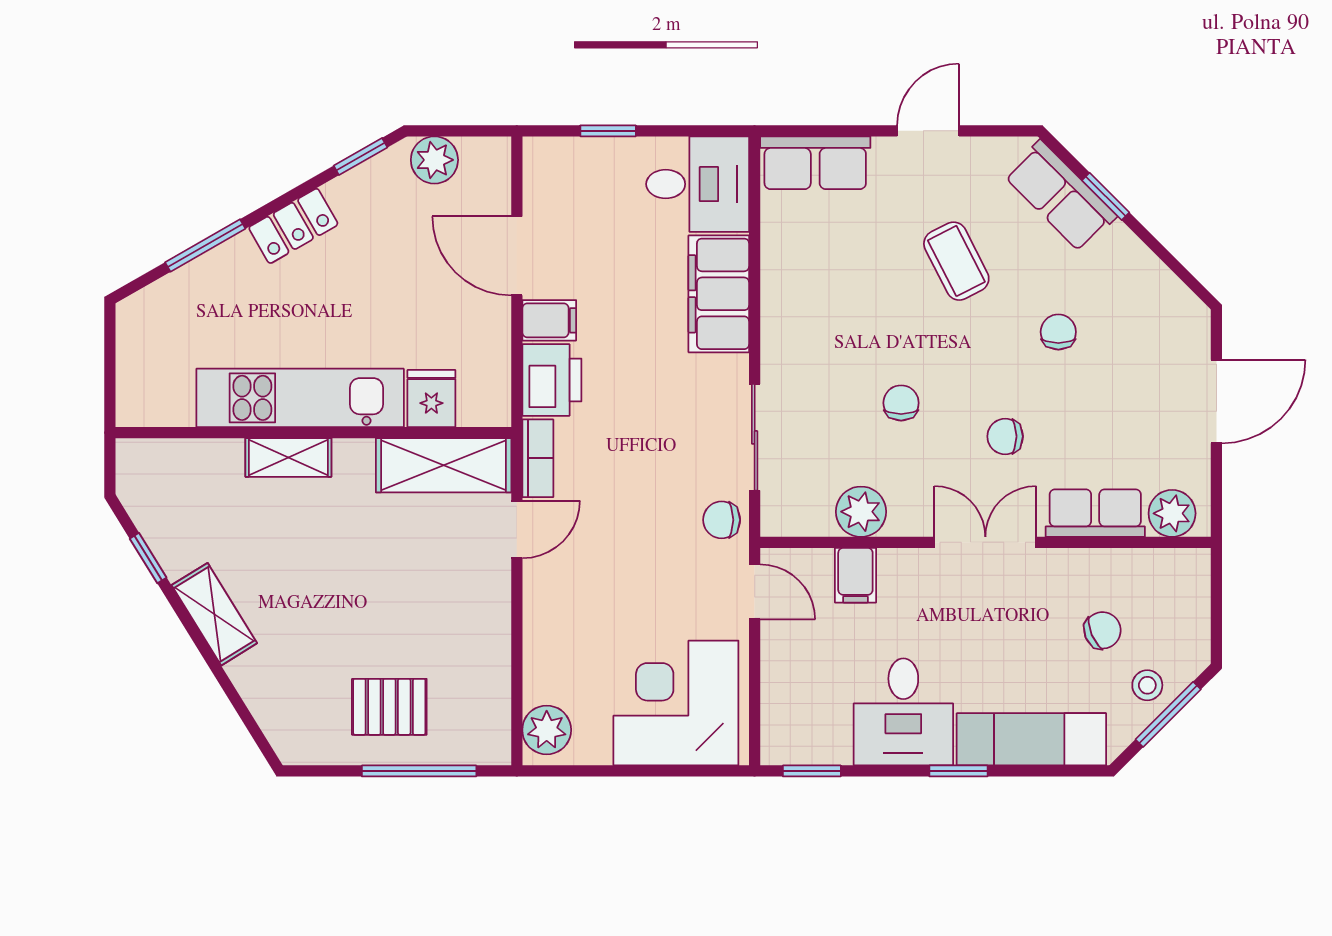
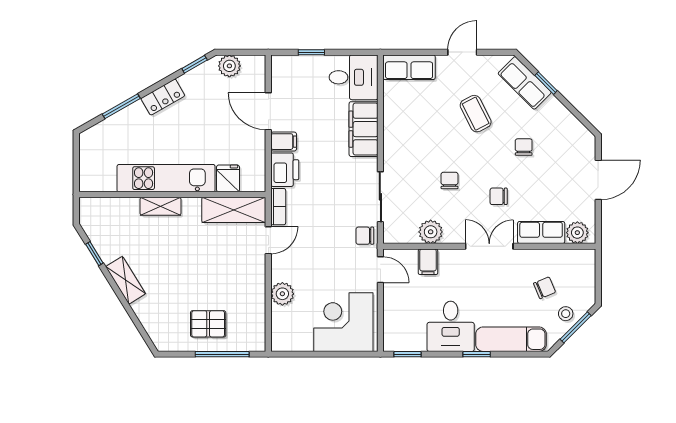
plant: (547, 730) -> (282, 294), moved

